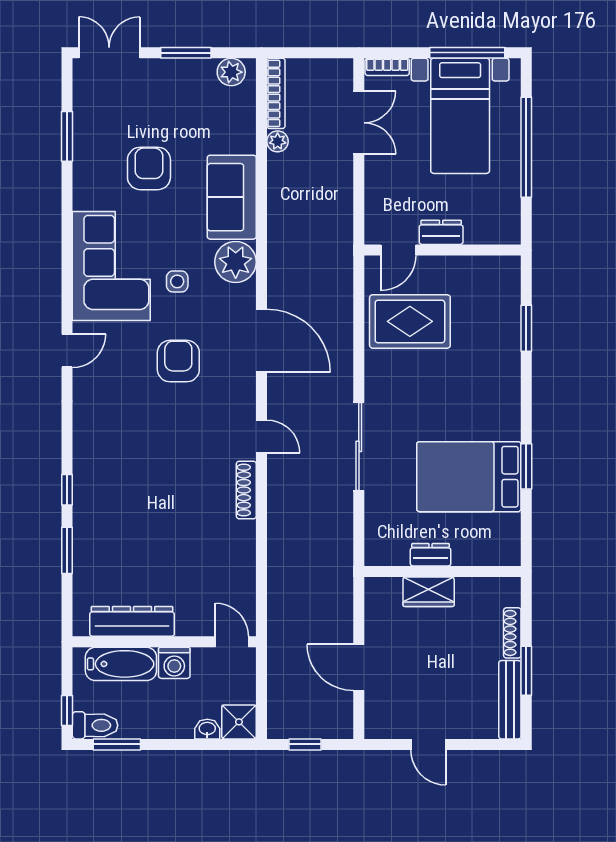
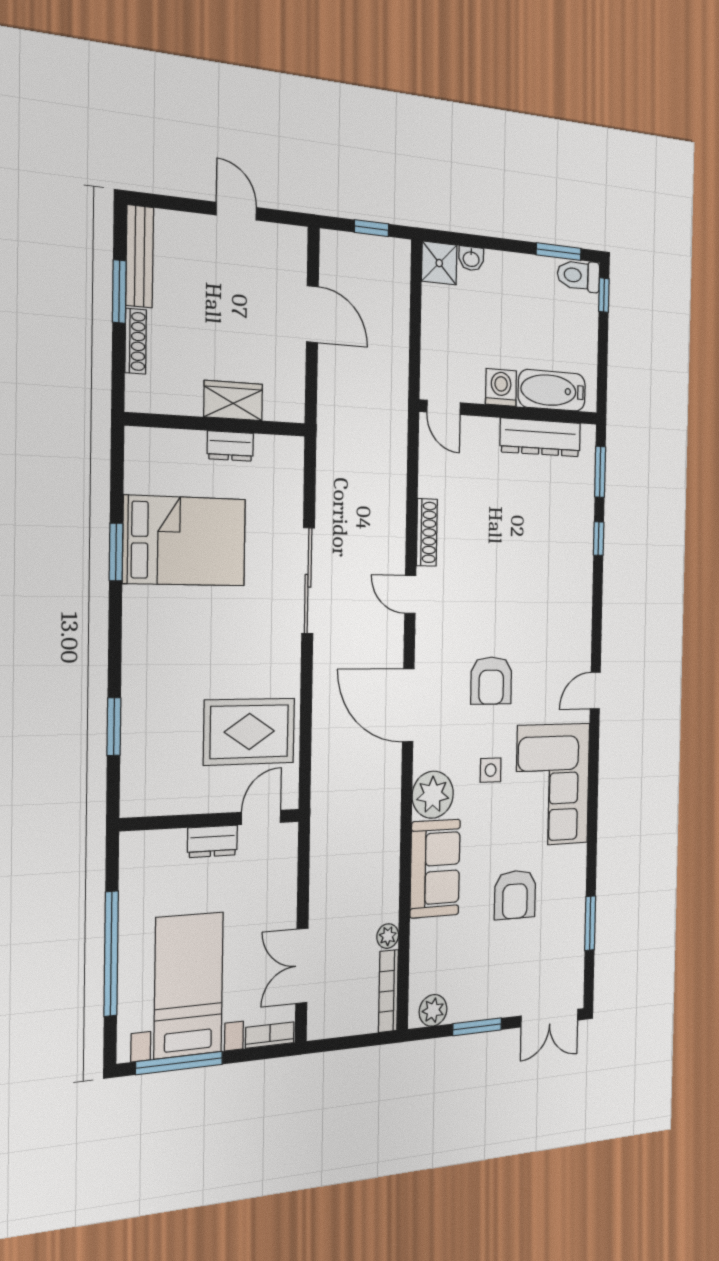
dresser: (132, 621) -> (541, 437), moved
wall: (164, 642) -> (510, 412), moved
door: (232, 642) -> (444, 407), moved
washing machine: (174, 663) -> (501, 387), moved
bathtub: (121, 664) -> (552, 390), moved

